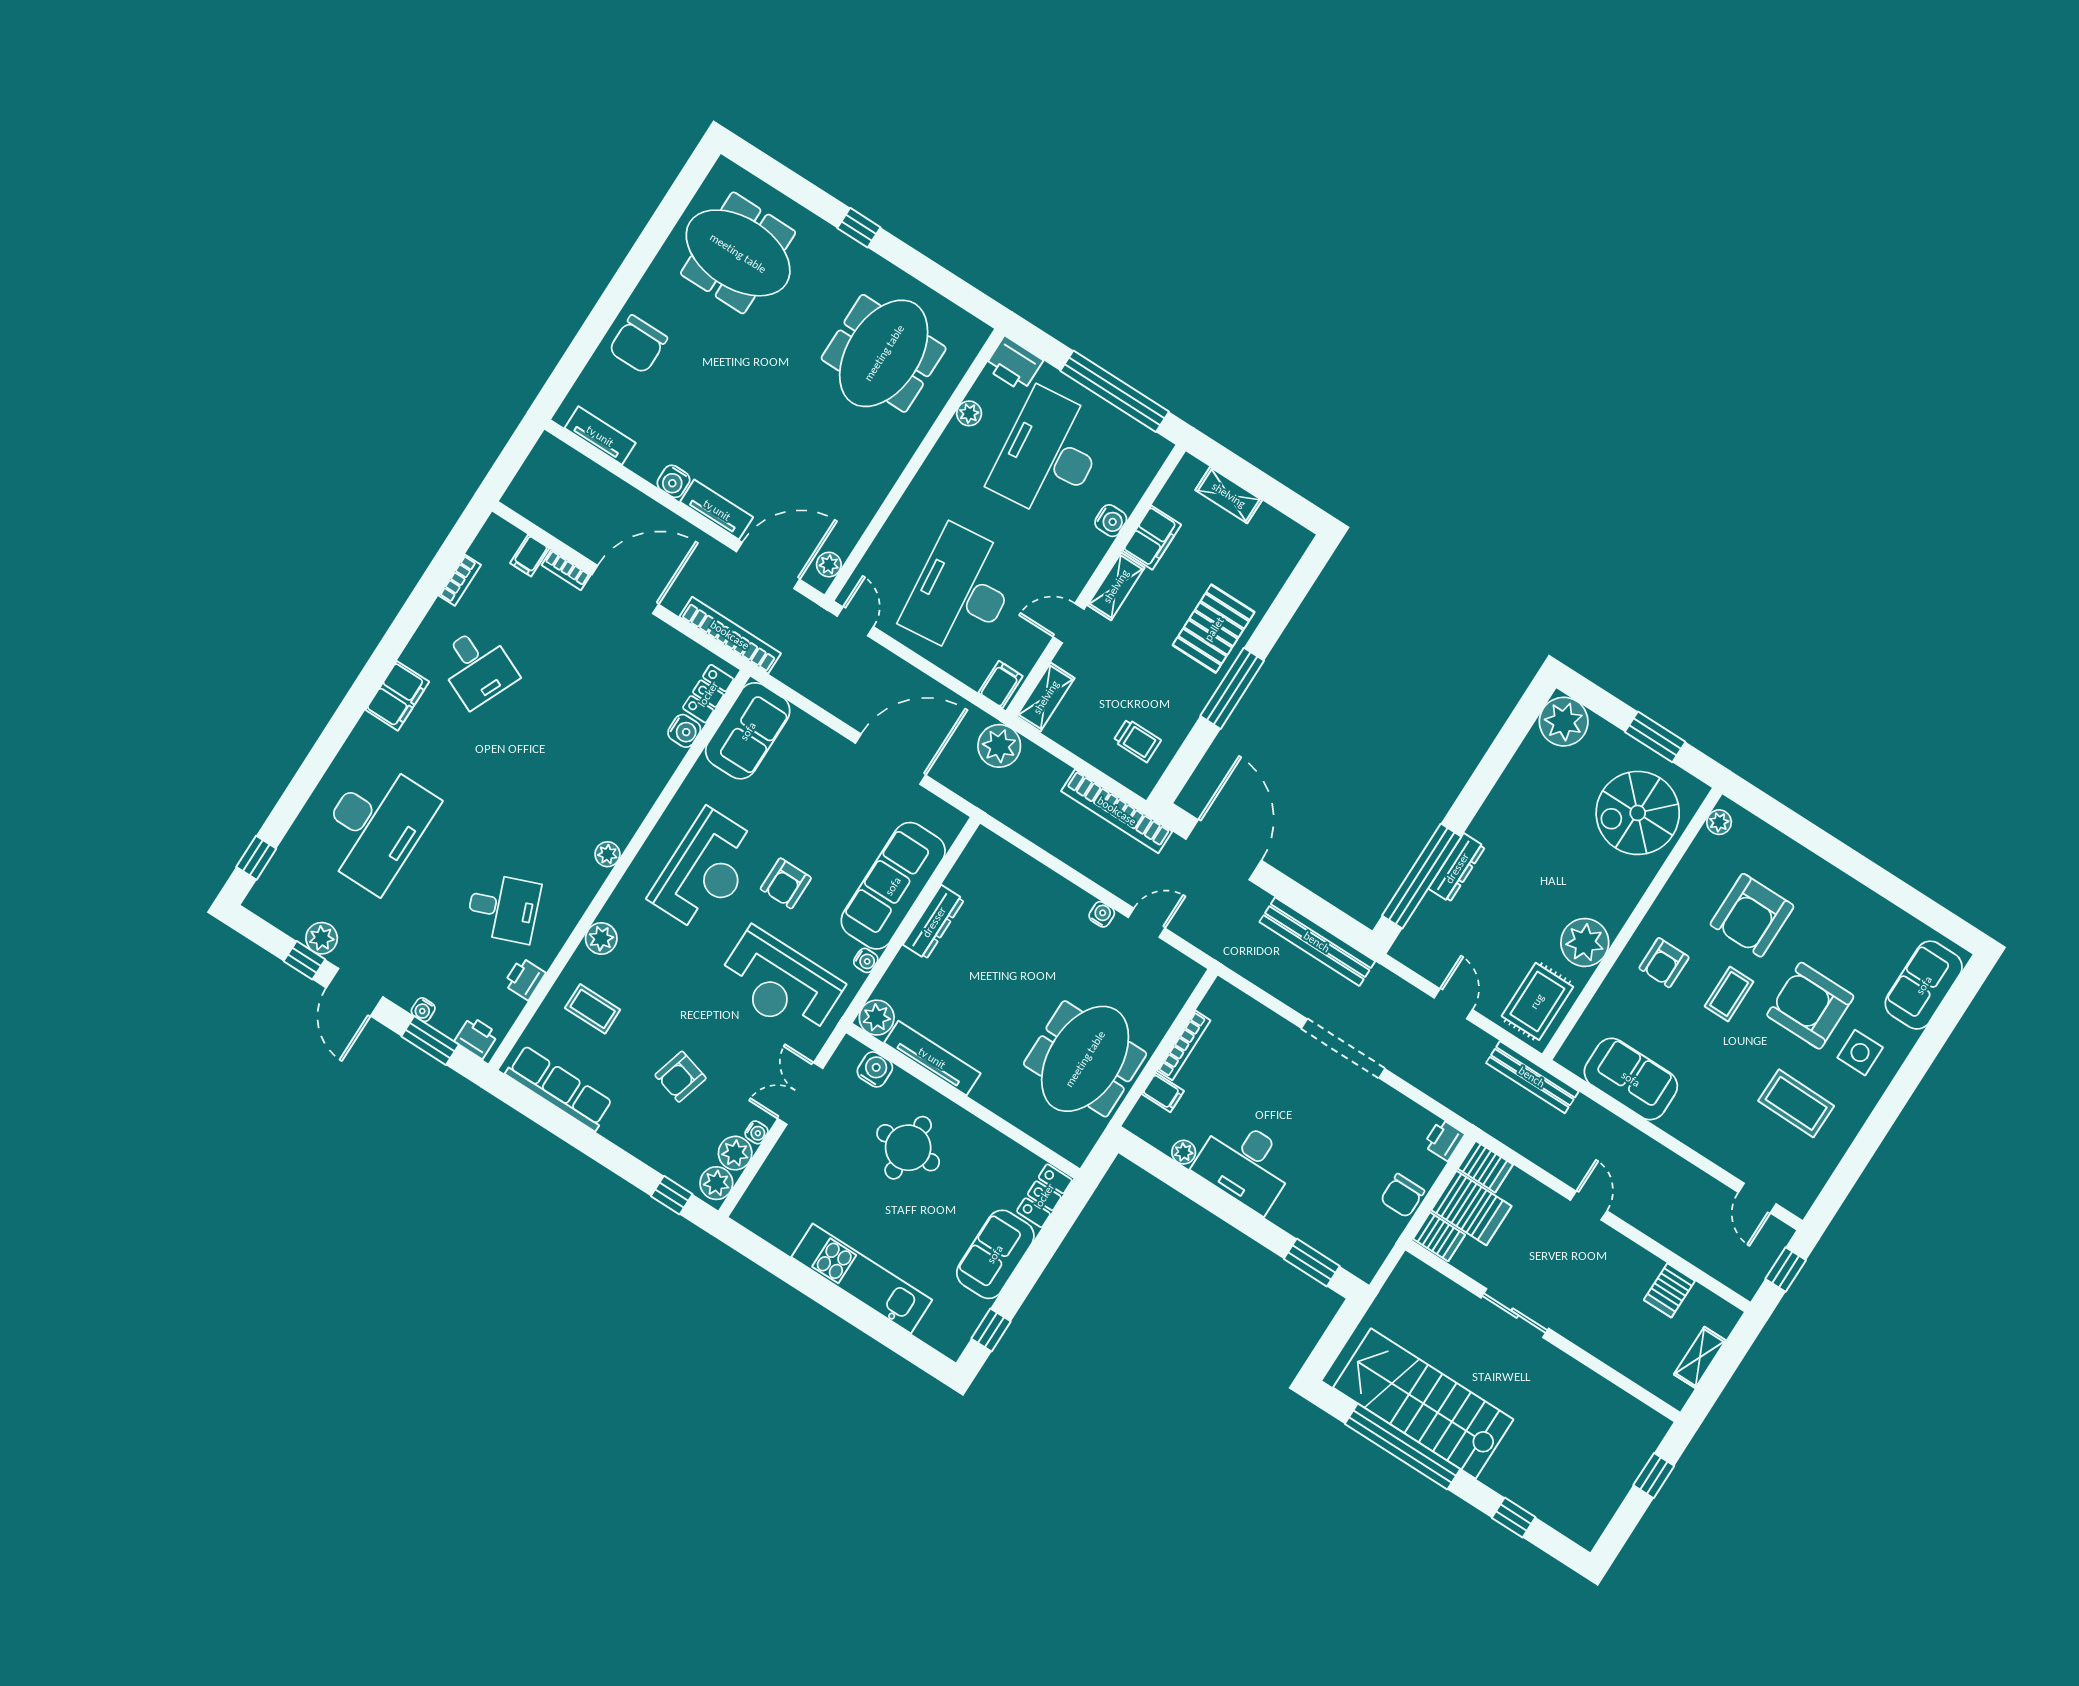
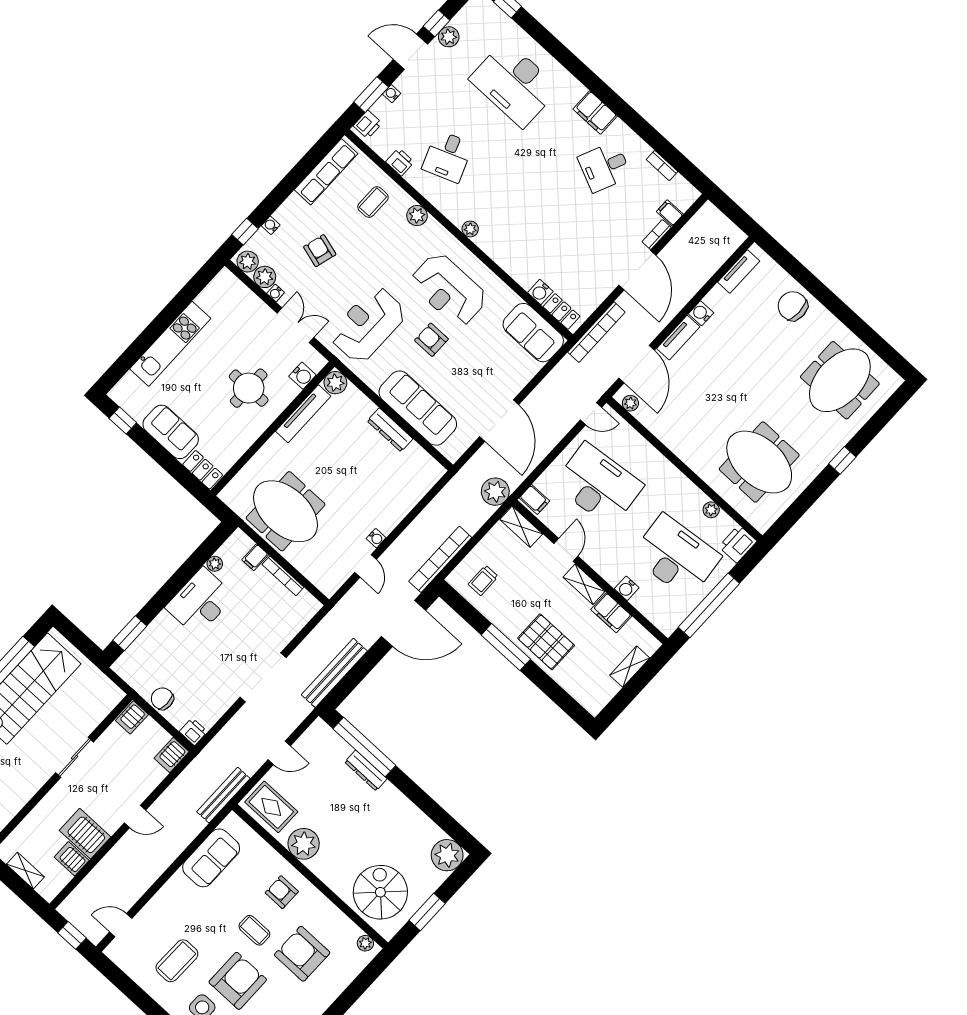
water cooler: (866, 960) -> (271, 225), moved, turned 90
server rack: (1471, 1208) -> (85, 834), moved, turned 90

